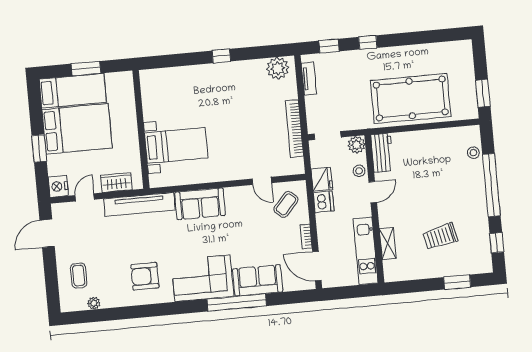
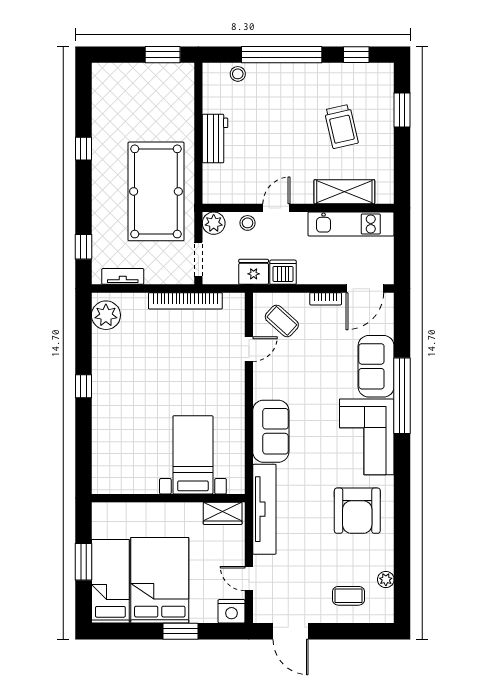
window: (368, 42) -> (83, 149), moved
pool table: (411, 98) -> (156, 191), moved
workbench: (382, 153) -> (215, 139), moved, turned 90
wardrobe: (116, 183) -> (223, 513), moved, turned -90
door: (373, 192) -> (276, 208), hinge flipped
shelving: (388, 244) -> (344, 192), width x1.50, depth x1.33
armchair: (145, 276) -> (357, 511), width x1.36, depth x1.36

